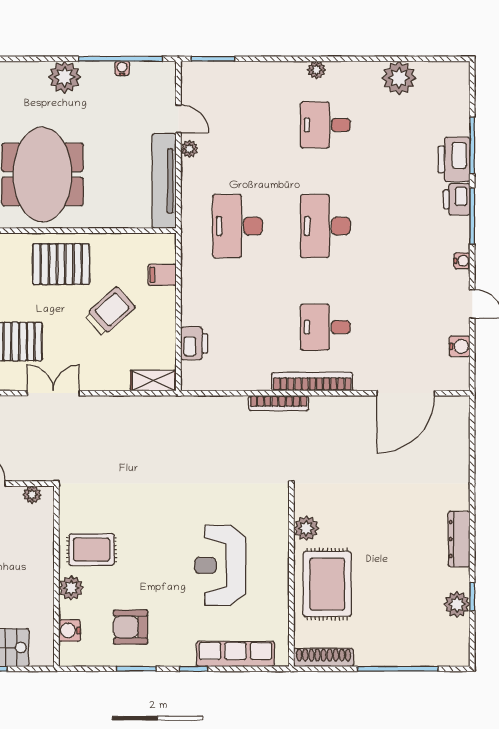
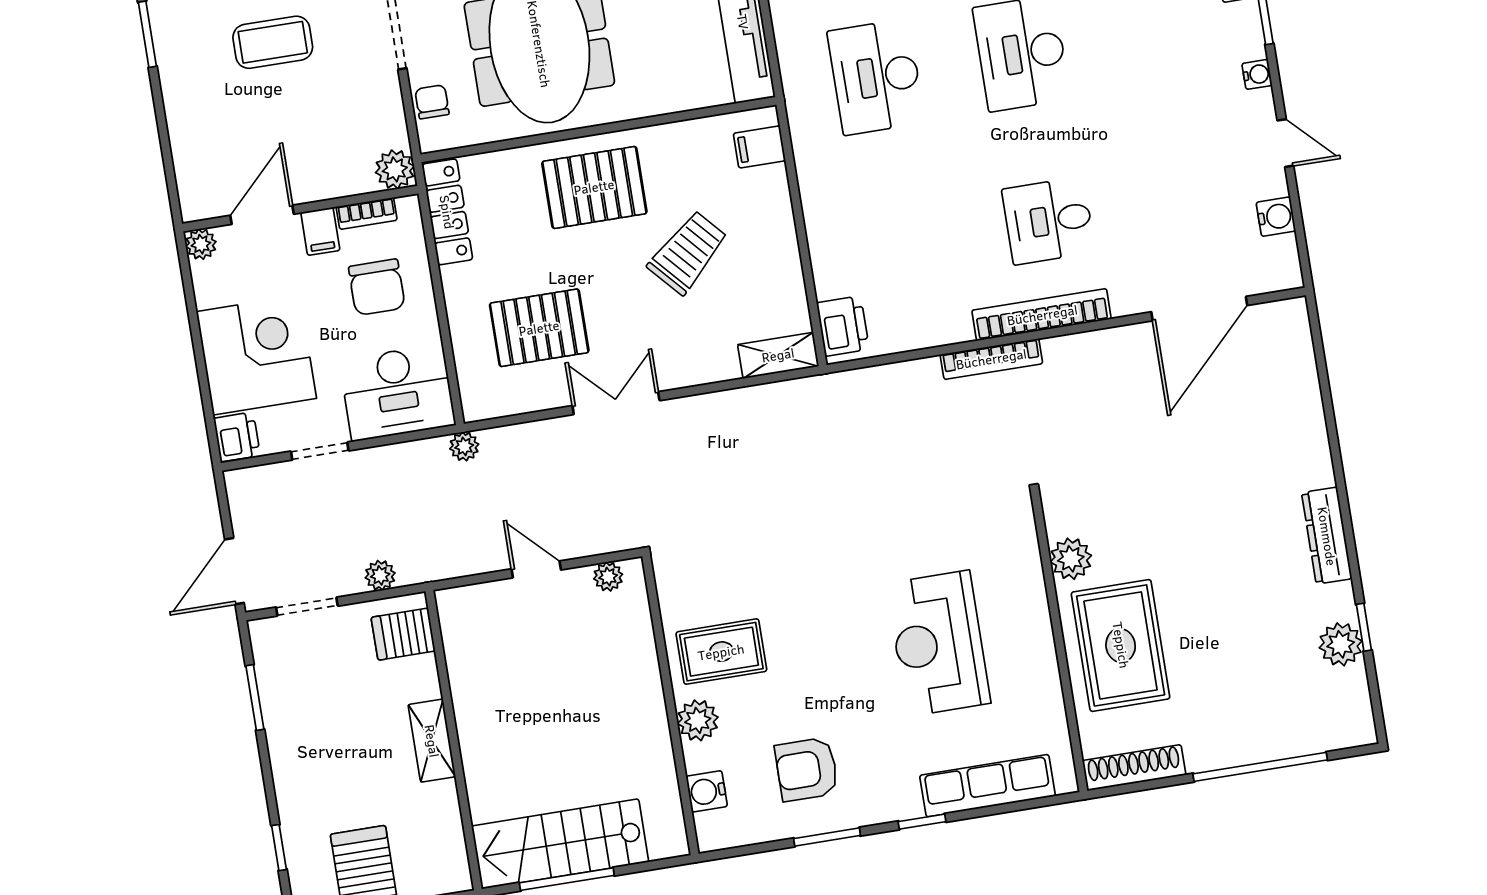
filing cabinet: (162, 275) -> (759, 147), moved
printer: (194, 343) -> (843, 326), moved

